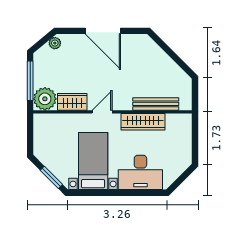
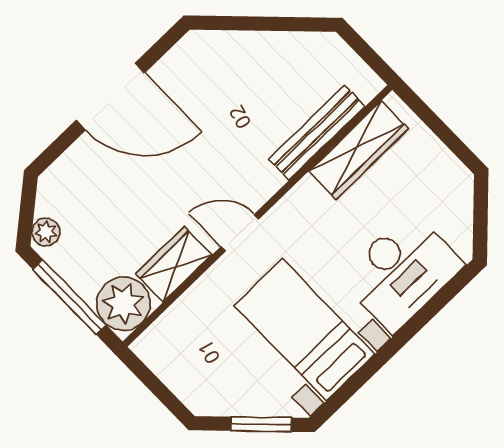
plant: (55, 43) -> (46, 232), moved
door: (102, 112) -> (240, 233), hinge flipped
wardrobe: (143, 122) -> (359, 150), moved

